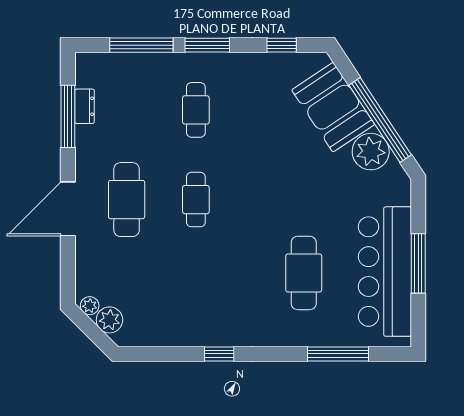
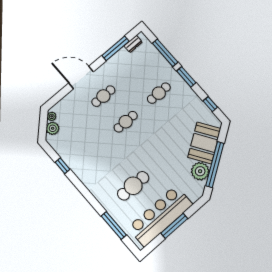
dresser: (85, 106) -> (133, 44), moved
cafe table: (127, 200) -> (103, 96), width x0.73, depth x0.74
window: (219, 354) -> (62, 166), moved

